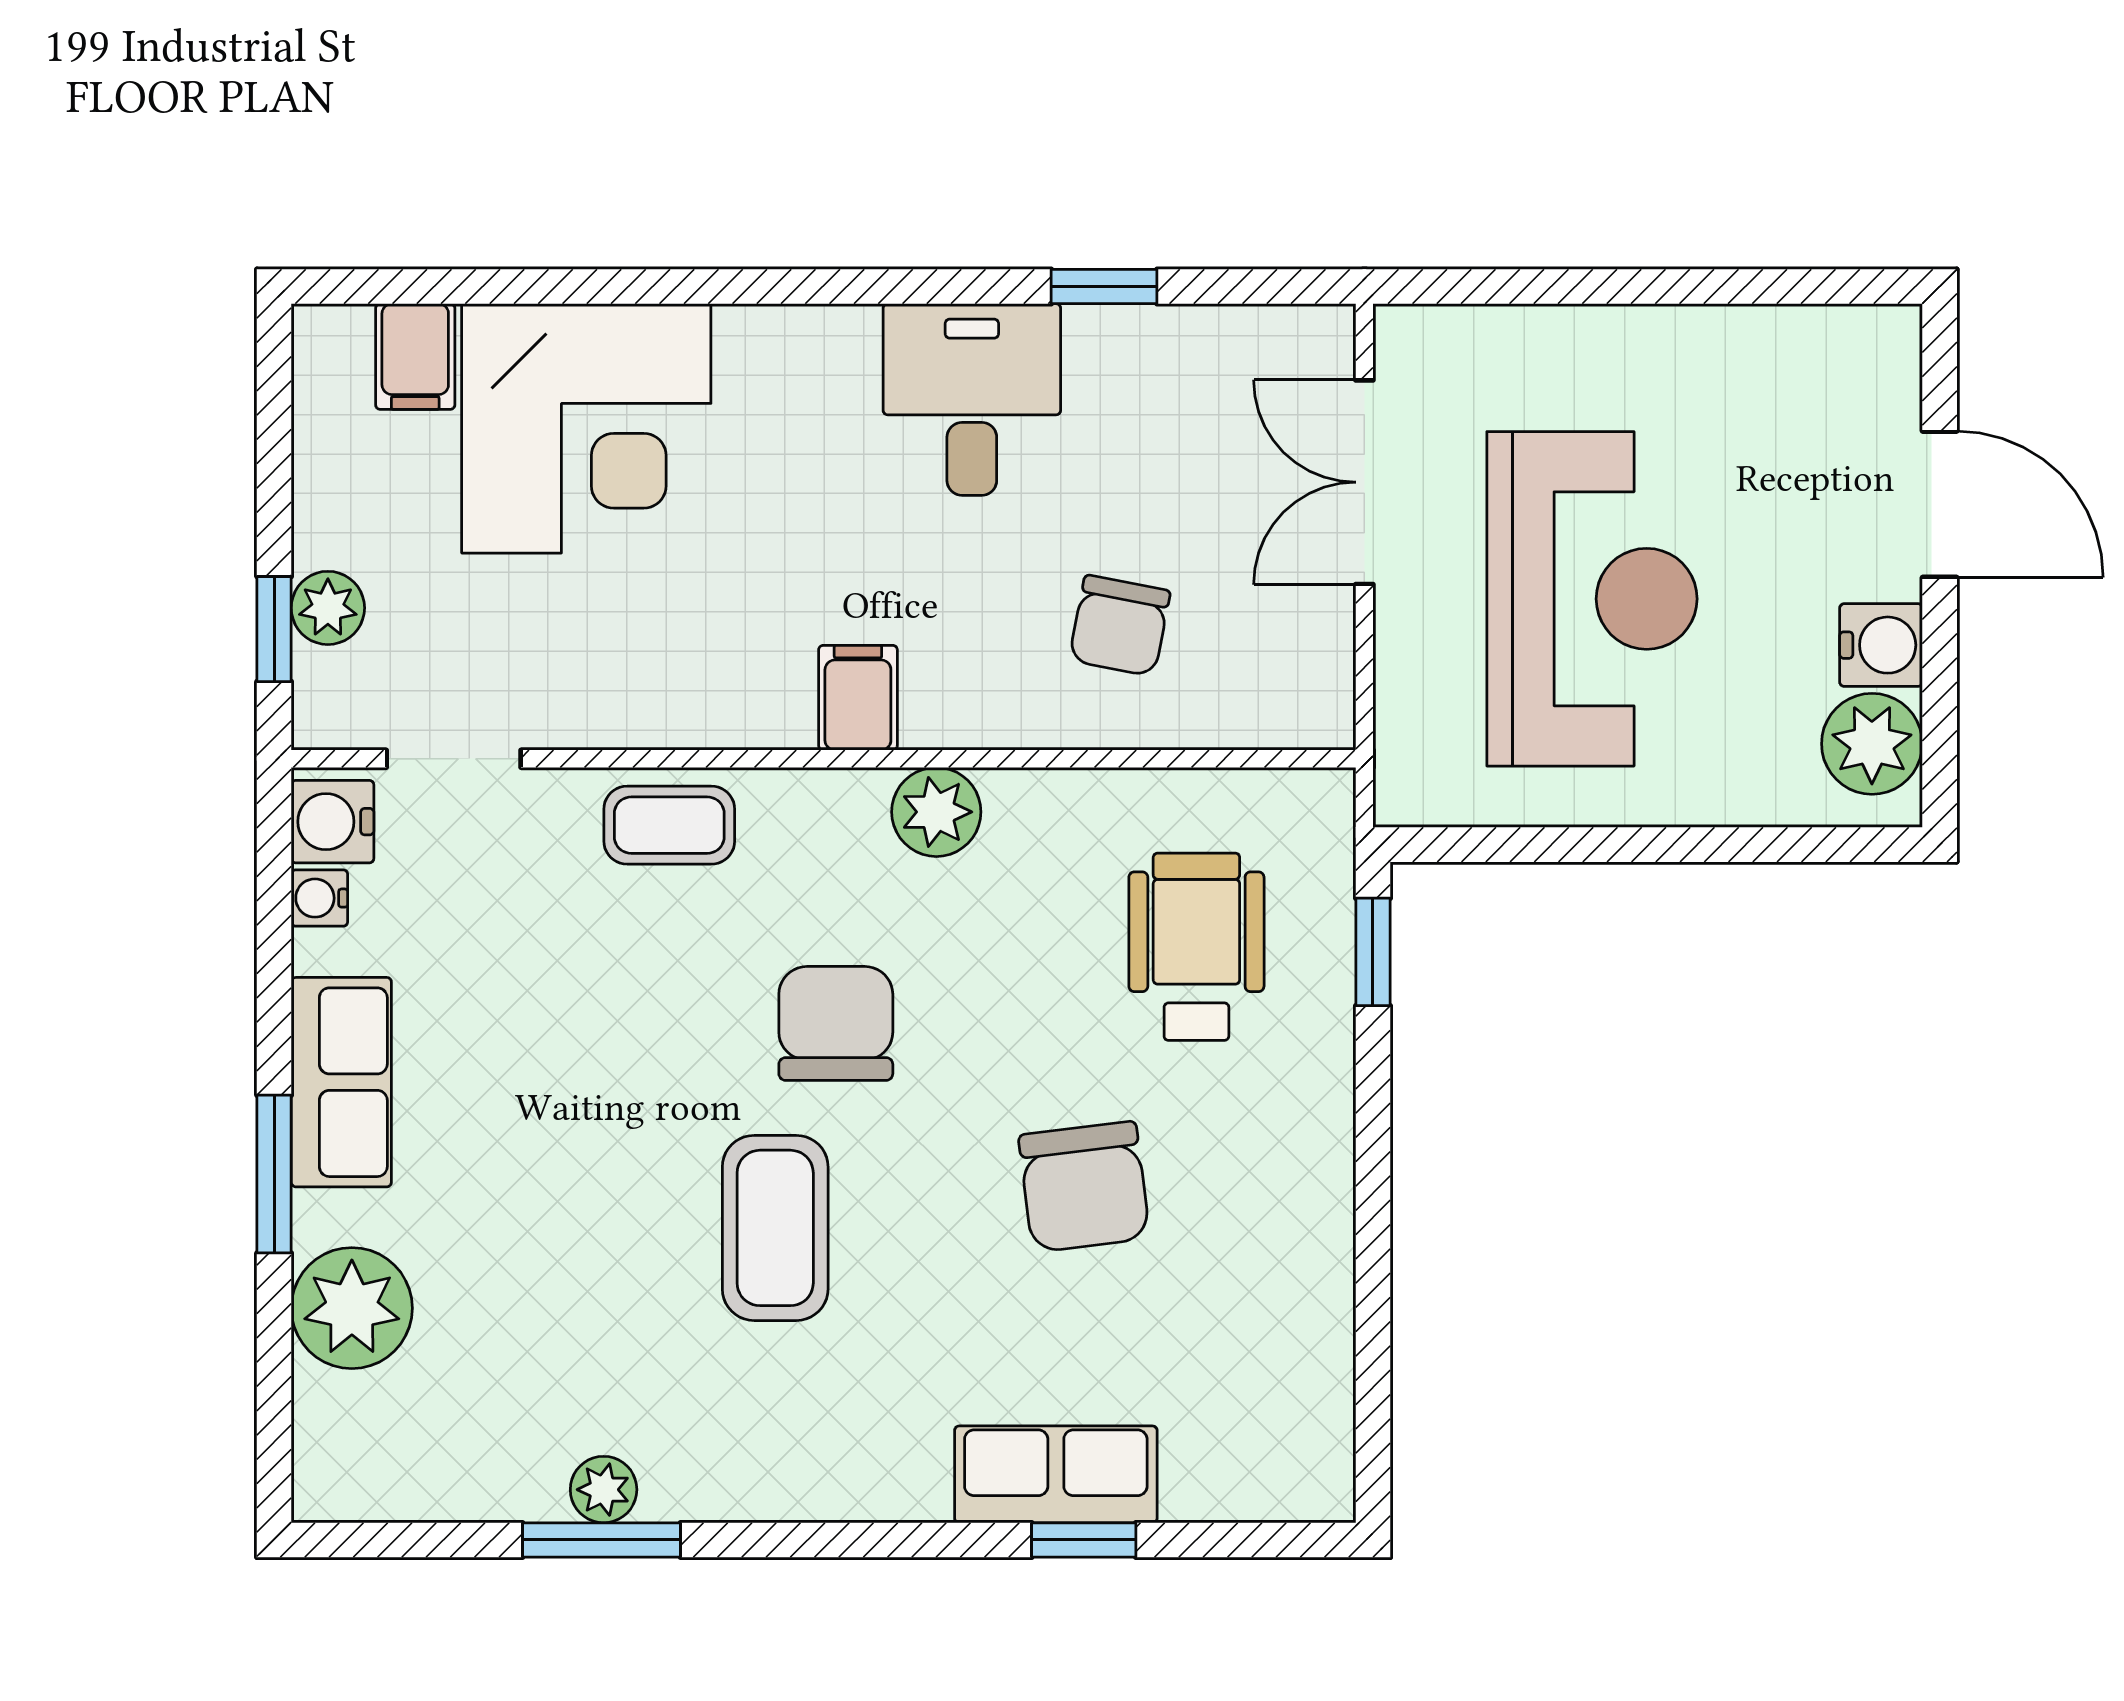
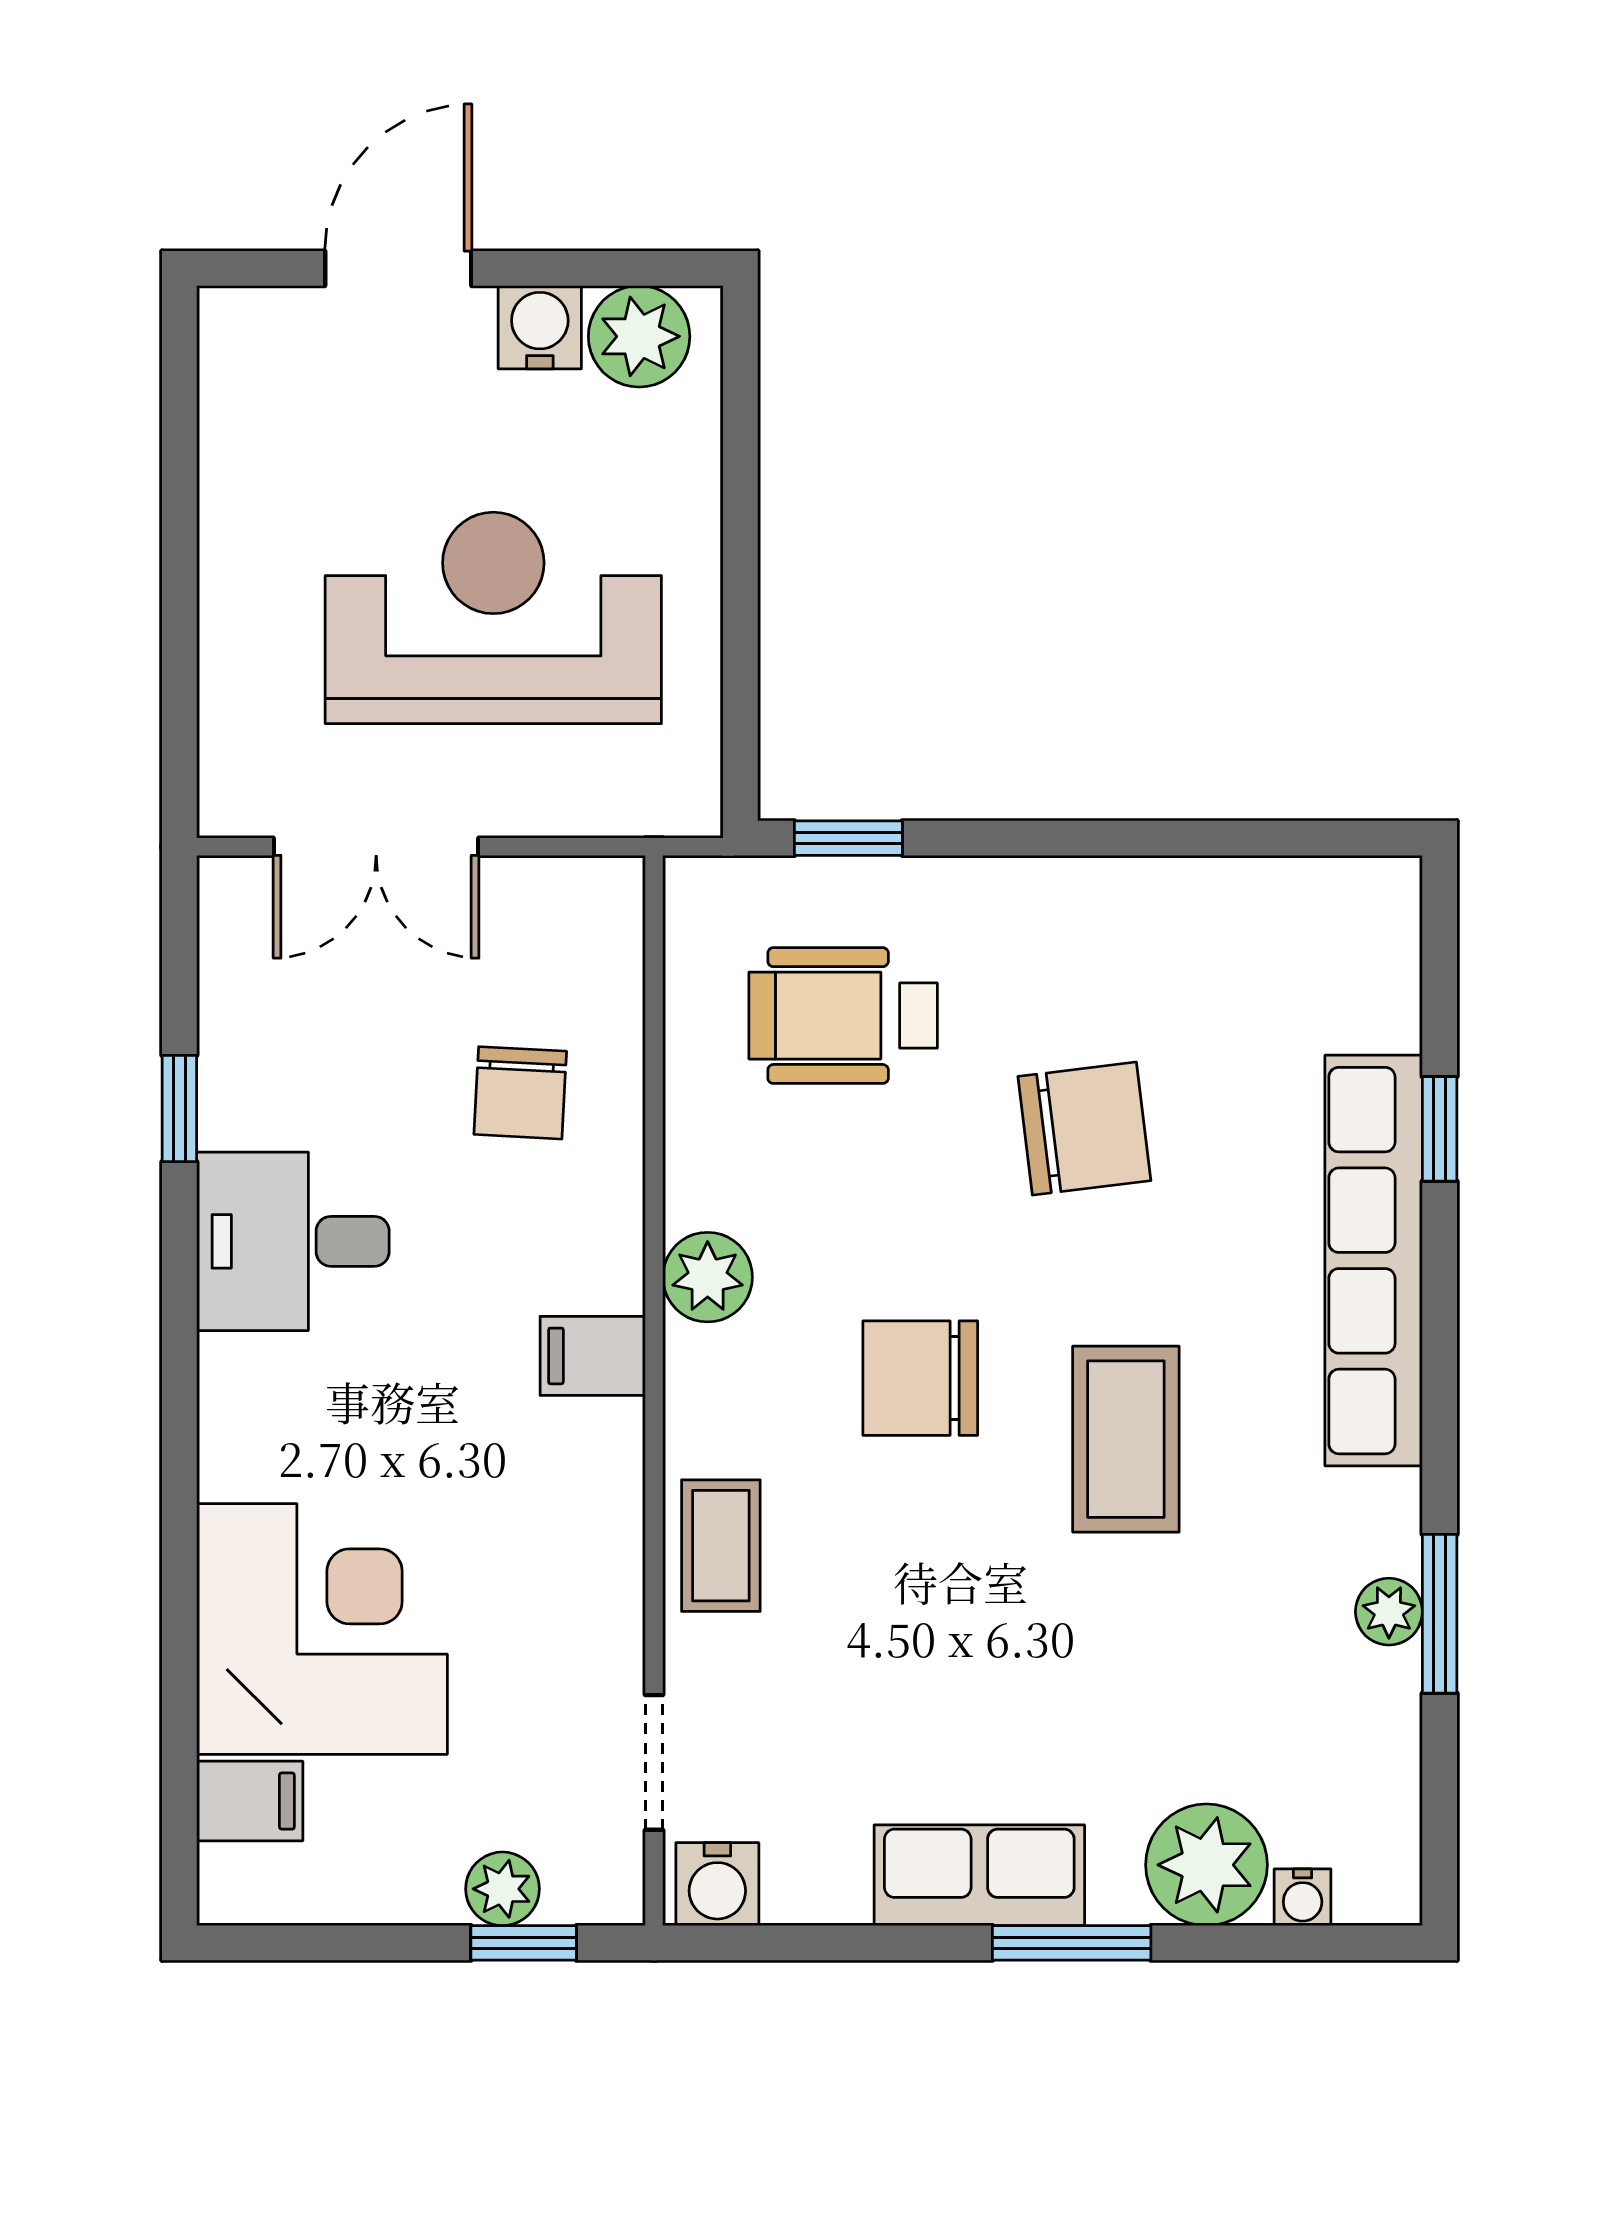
chair: (1120, 626) -> (520, 1093), turned 82
water cooler: (319, 898) -> (1303, 1897), moved
coffee table: (775, 1228) -> (1126, 1439), turned 90
row of seats: (1056, 1474) -> (1374, 1261), width x2.02

